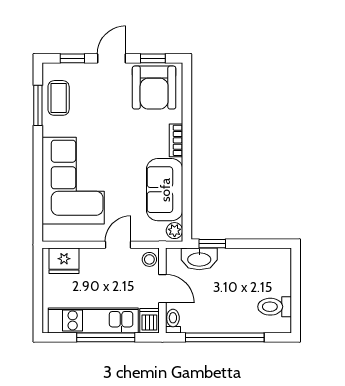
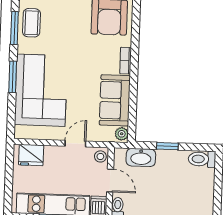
window: (38, 165) -> (13, 77), added
window: (212, 244) -> (167, 146), moved
toilet: (275, 307) -> (202, 159), moved

